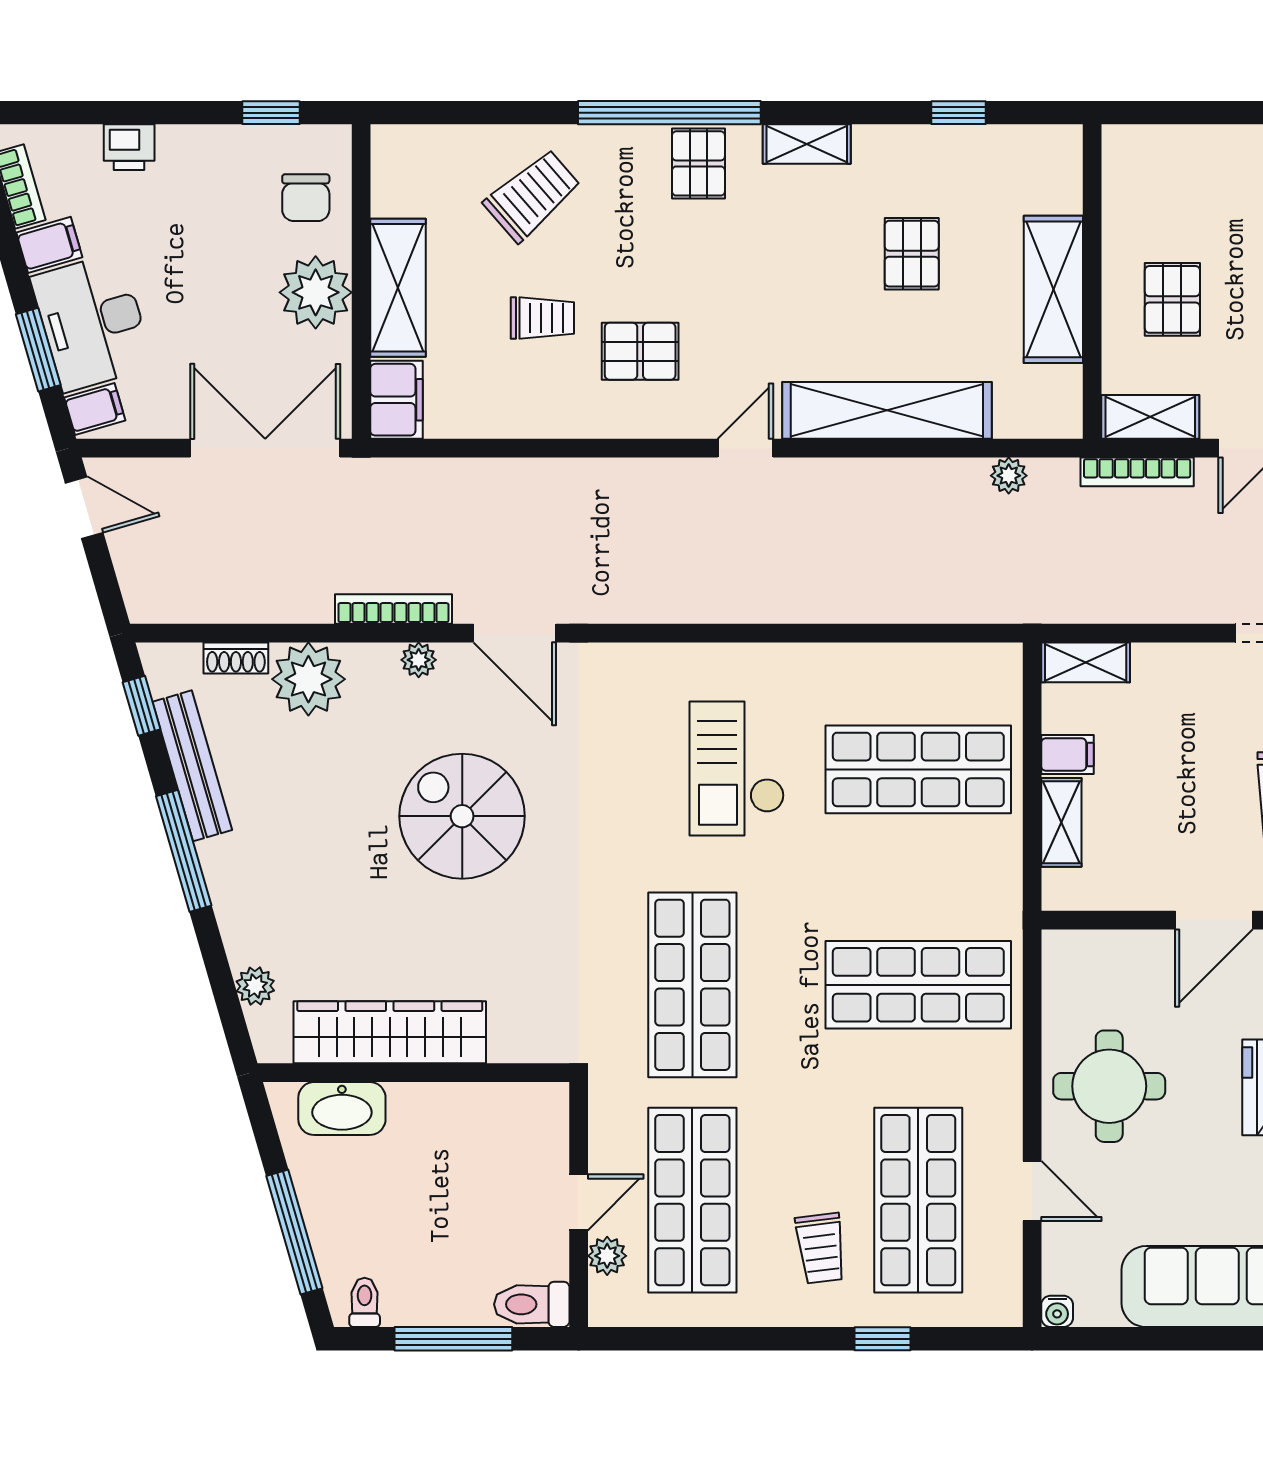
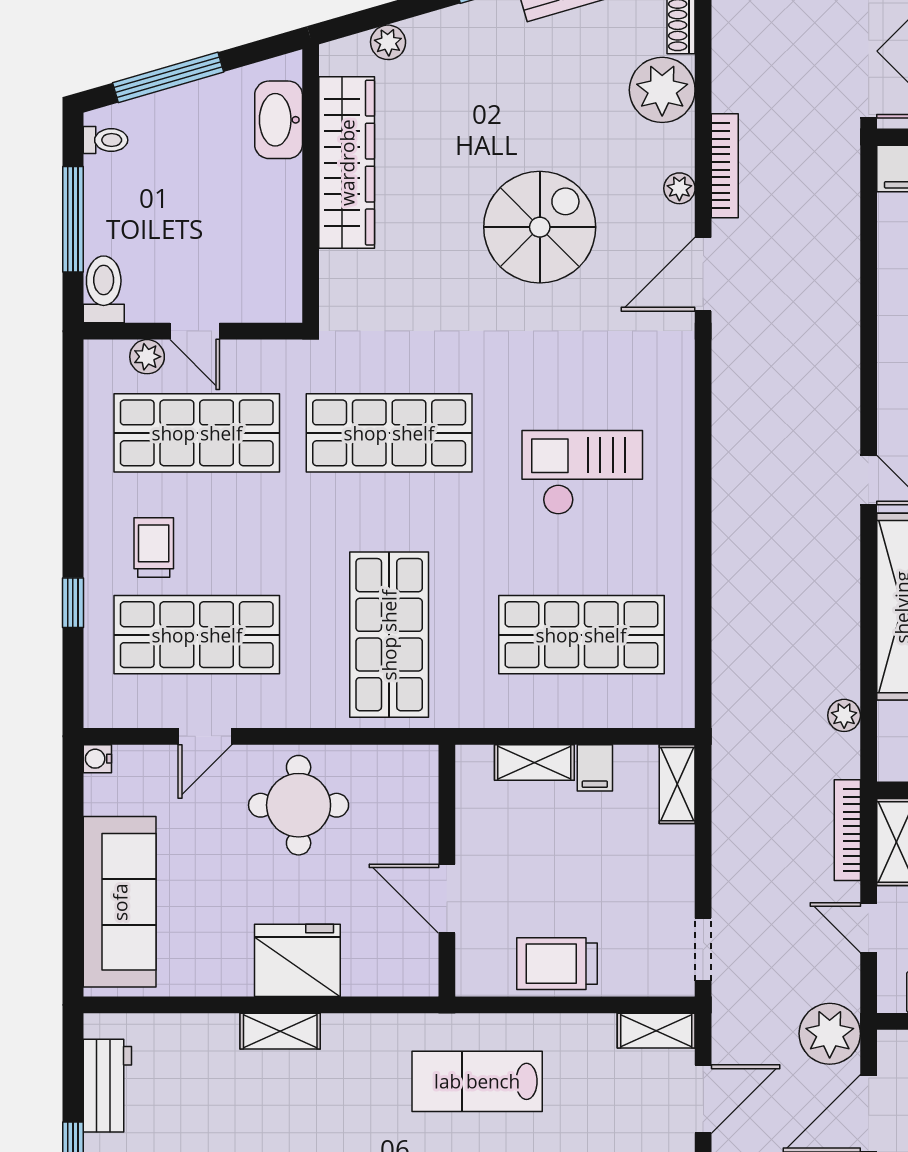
shop shelf: (918, 769) -> (581, 635), turned 90
trolley: (821, 1248) -> (154, 547), turned 97

